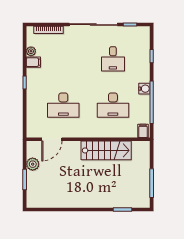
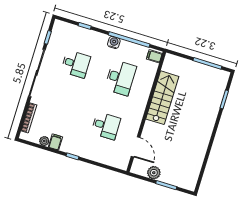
desk: (63, 105) -> (106, 126), width x0.73

